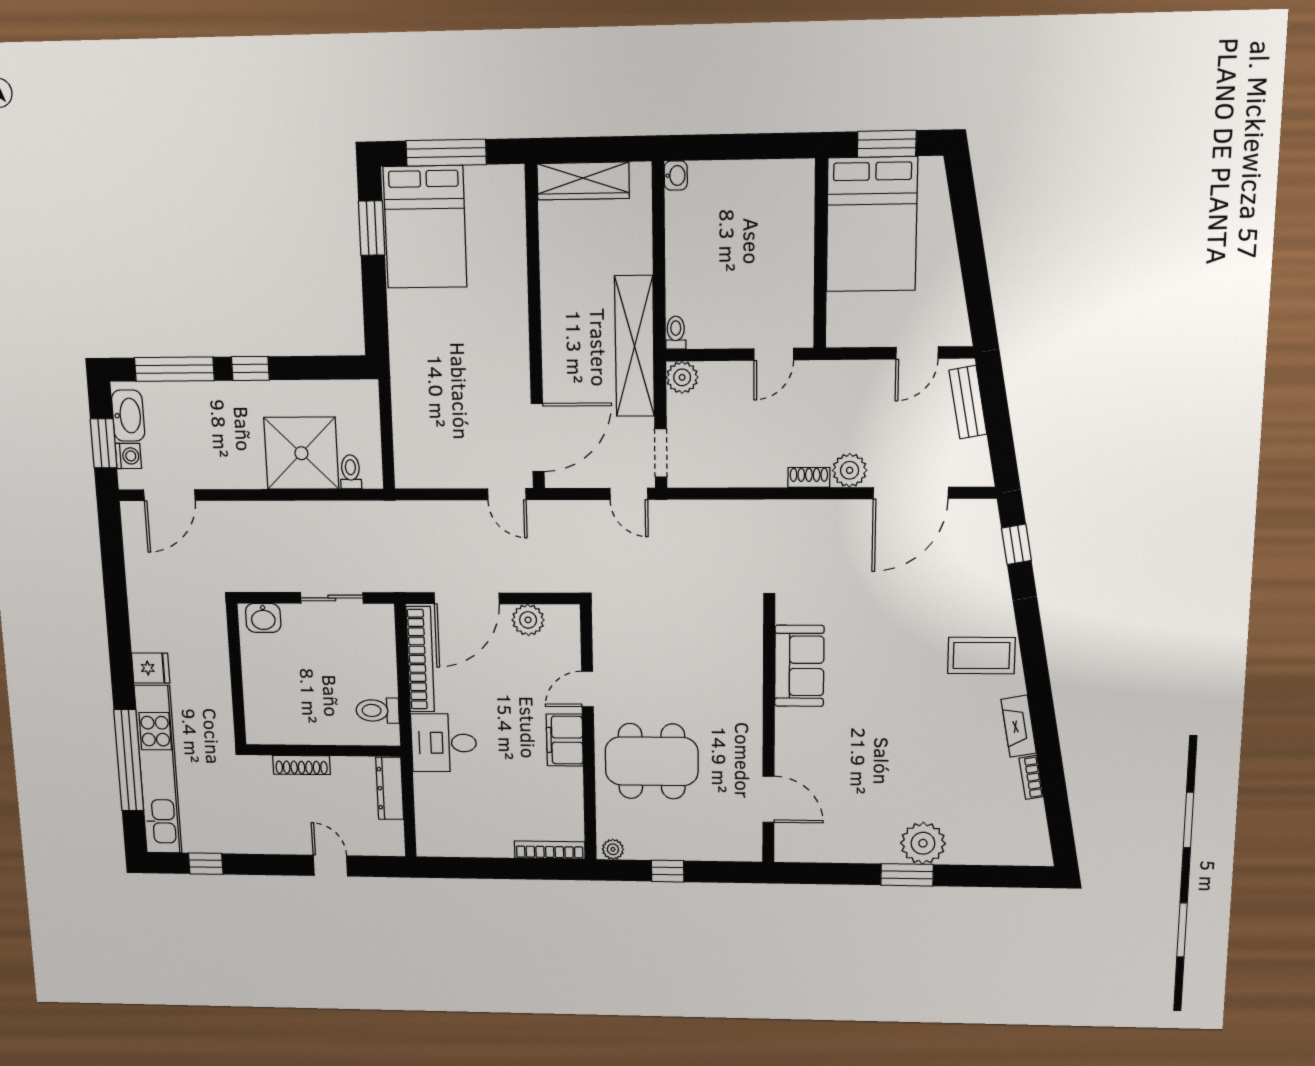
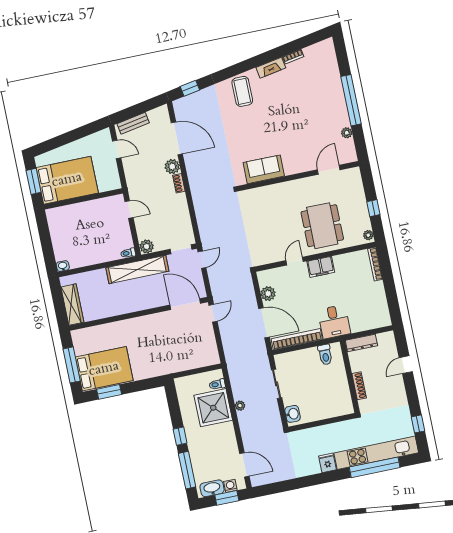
plant: (297, 511) -> (240, 406), added
door: (587, 689) -> (295, 261), swing flipped
plant: (923, 843) -> (347, 133), moved, width x0.53, depth x0.53
window: (907, 875) -> (351, 100), width x2.11

